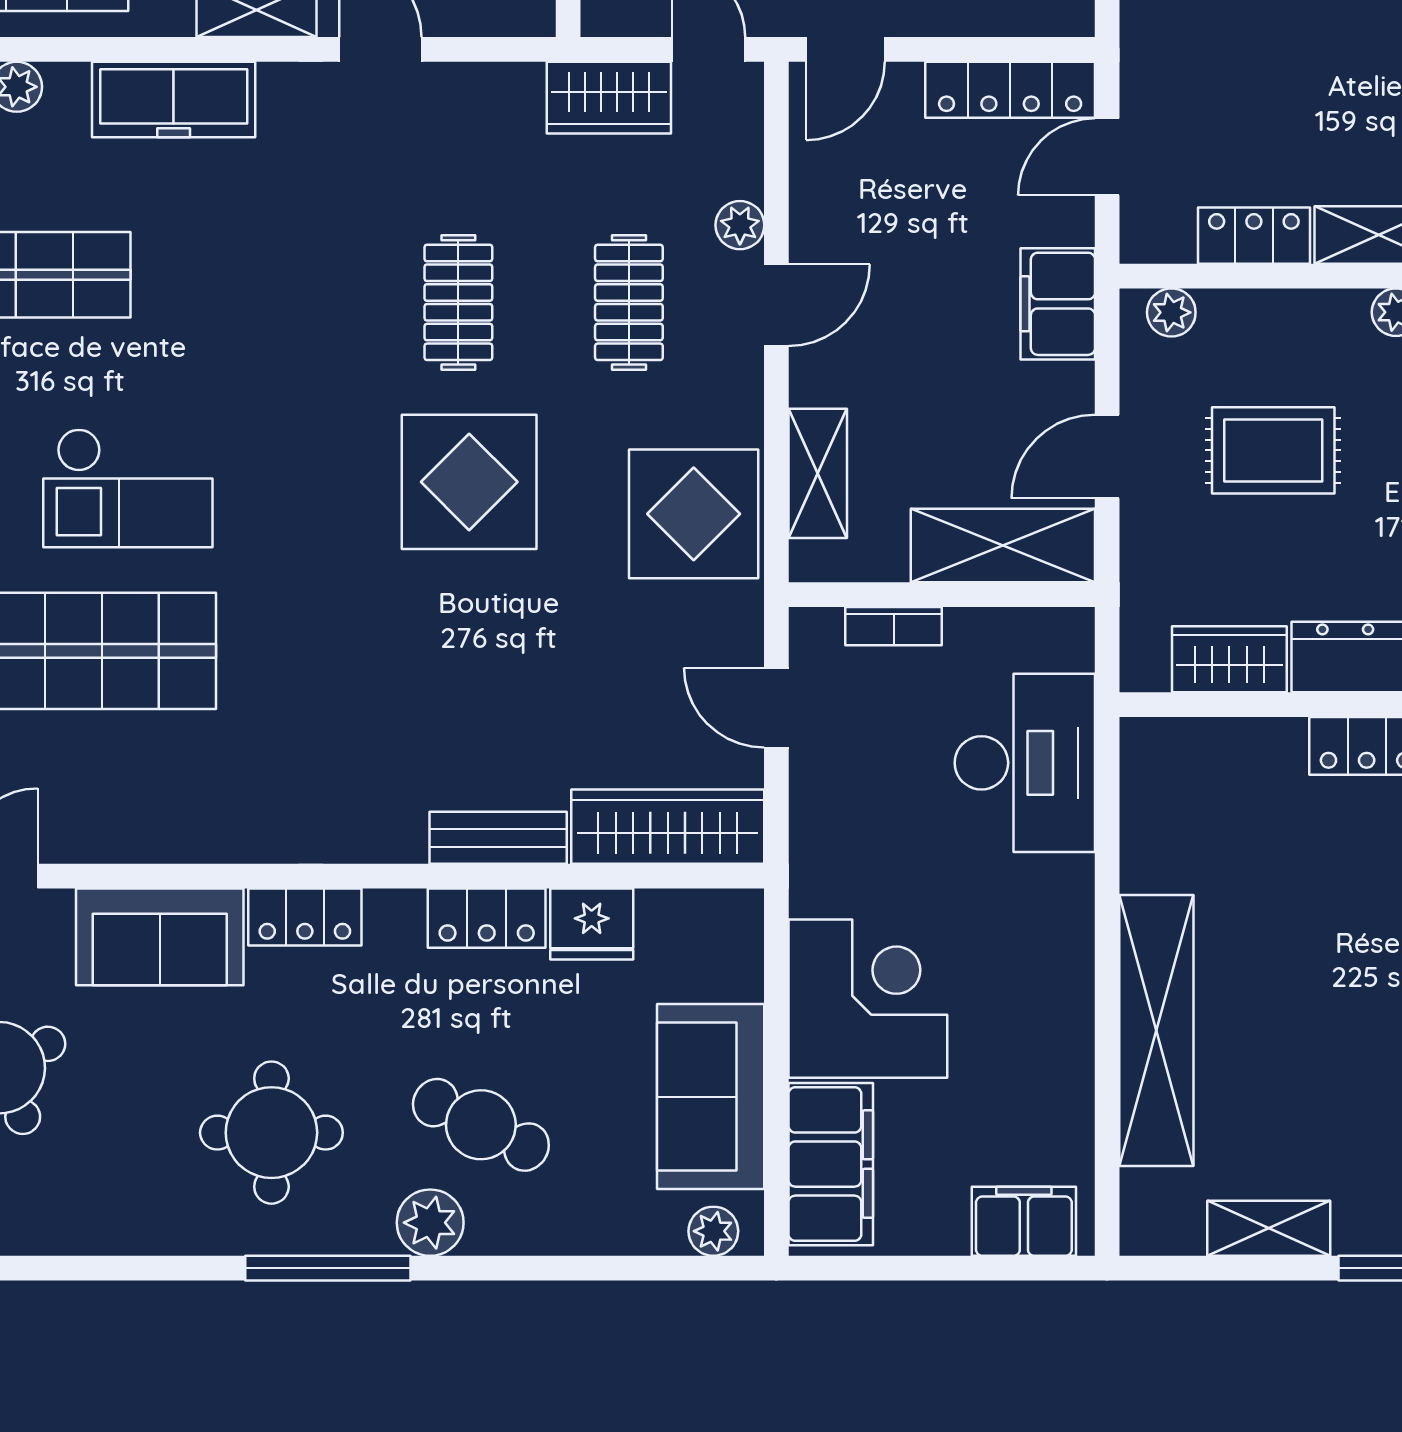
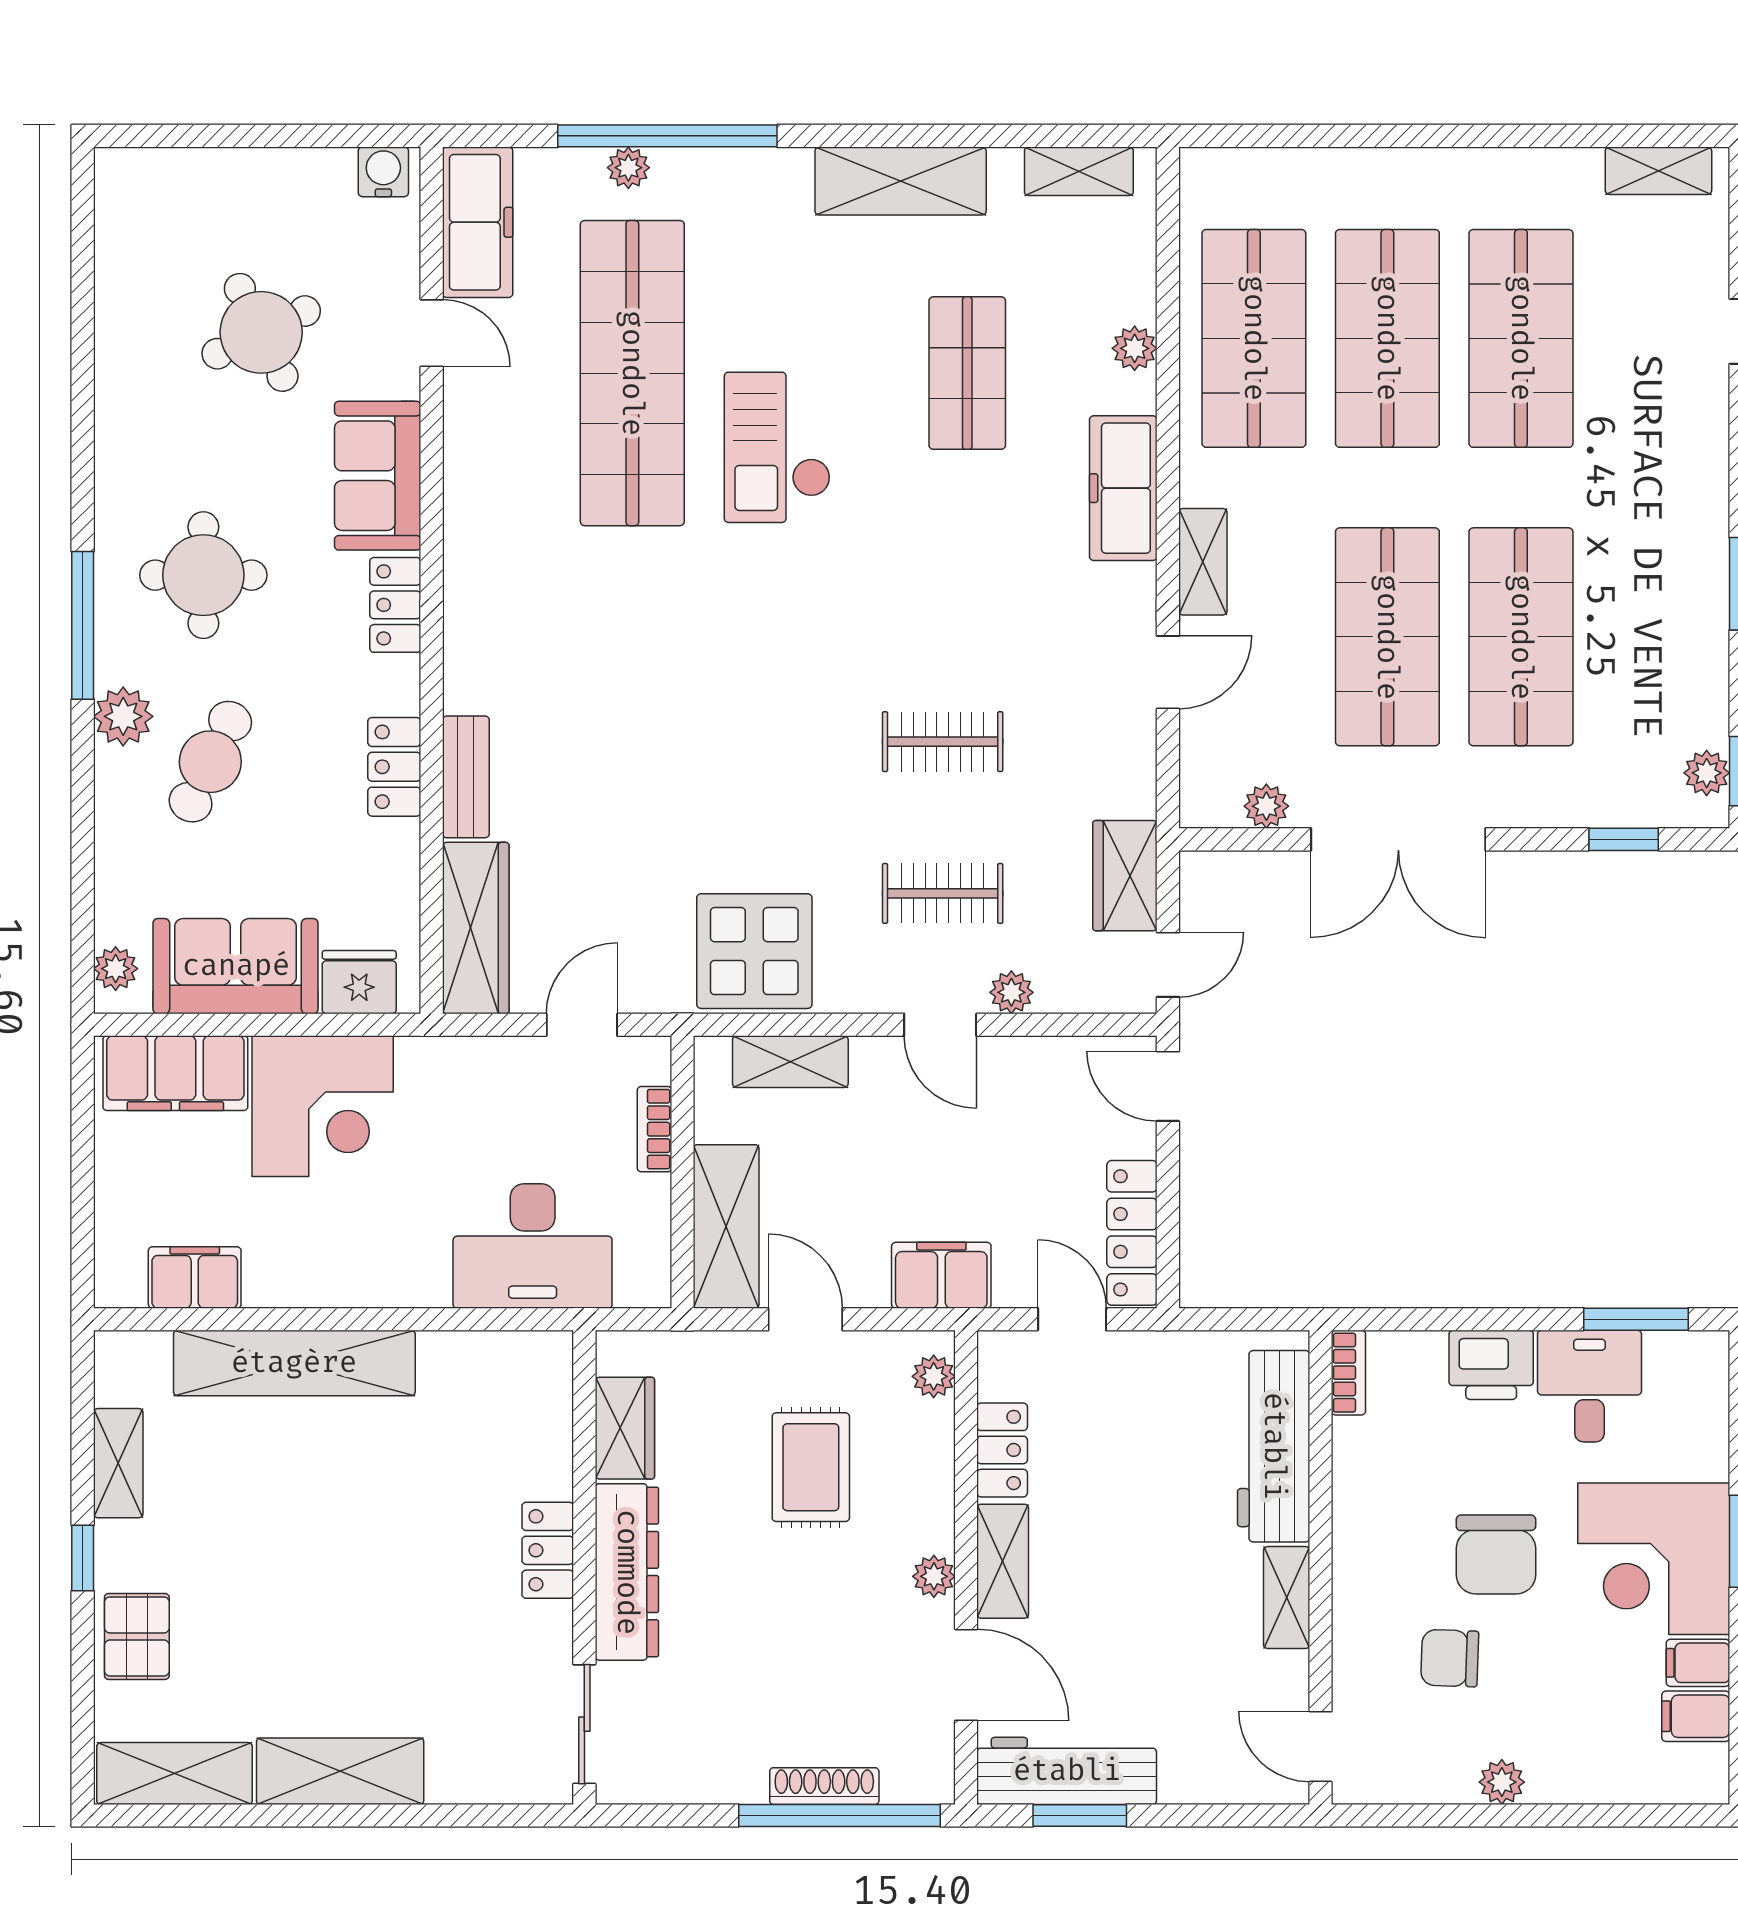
display table: (469, 482) -> (783, 751), removed
fridge: (592, 924) -> (359, 982), moved, turned 90
filing cabinet: (1024, 1221) -> (195, 1277), moved, turned -90

